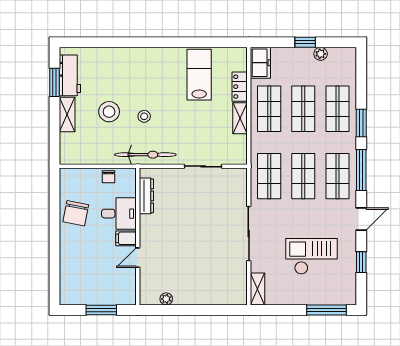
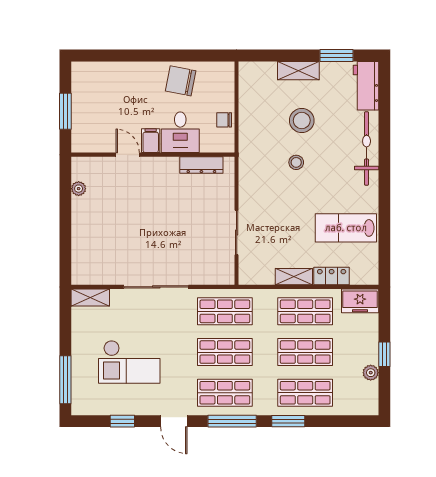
workbench: (70, 75) -> (366, 86), moved, turned 90
lab bench: (199, 75) -> (346, 228), turned 180
bicycle: (145, 155) -> (367, 148), moved, turned 180
checkout: (312, 256) -> (129, 362), turned 90

